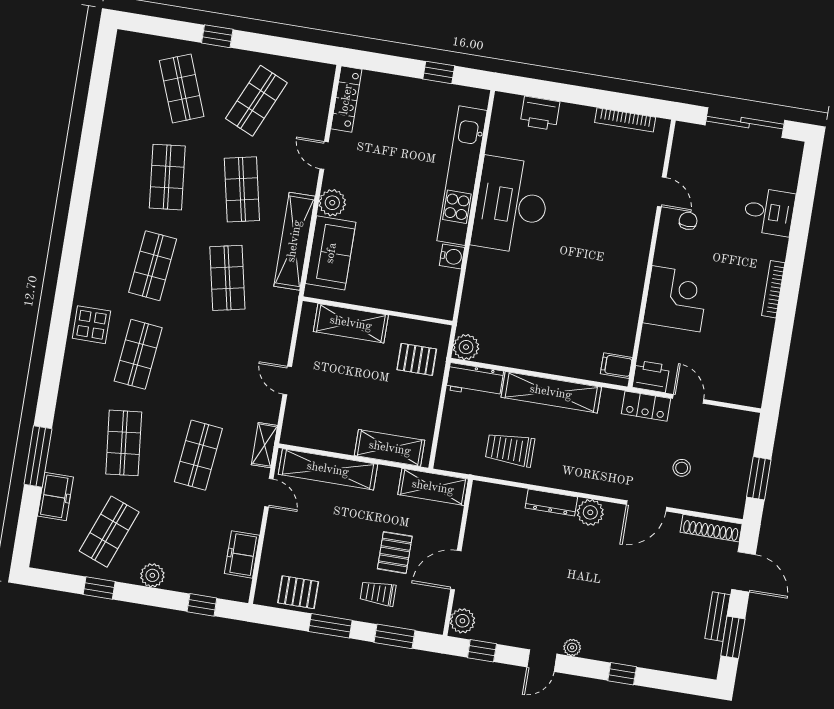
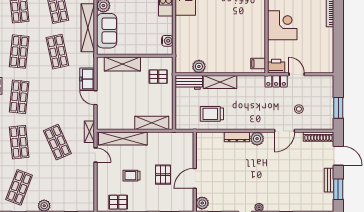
water cooler: (452, 256) -> (167, 41), moved
plant: (466, 347) -> (199, 66), moved
shelving: (551, 392) -> (220, 82), width x0.68
shop shelf: (198, 455) -> (57, 142), turned -30
shelving: (433, 487) -> (177, 139), removed
freezer: (242, 554) -> (87, 79), moved
trolley: (378, 593) -> (132, 176), moved

